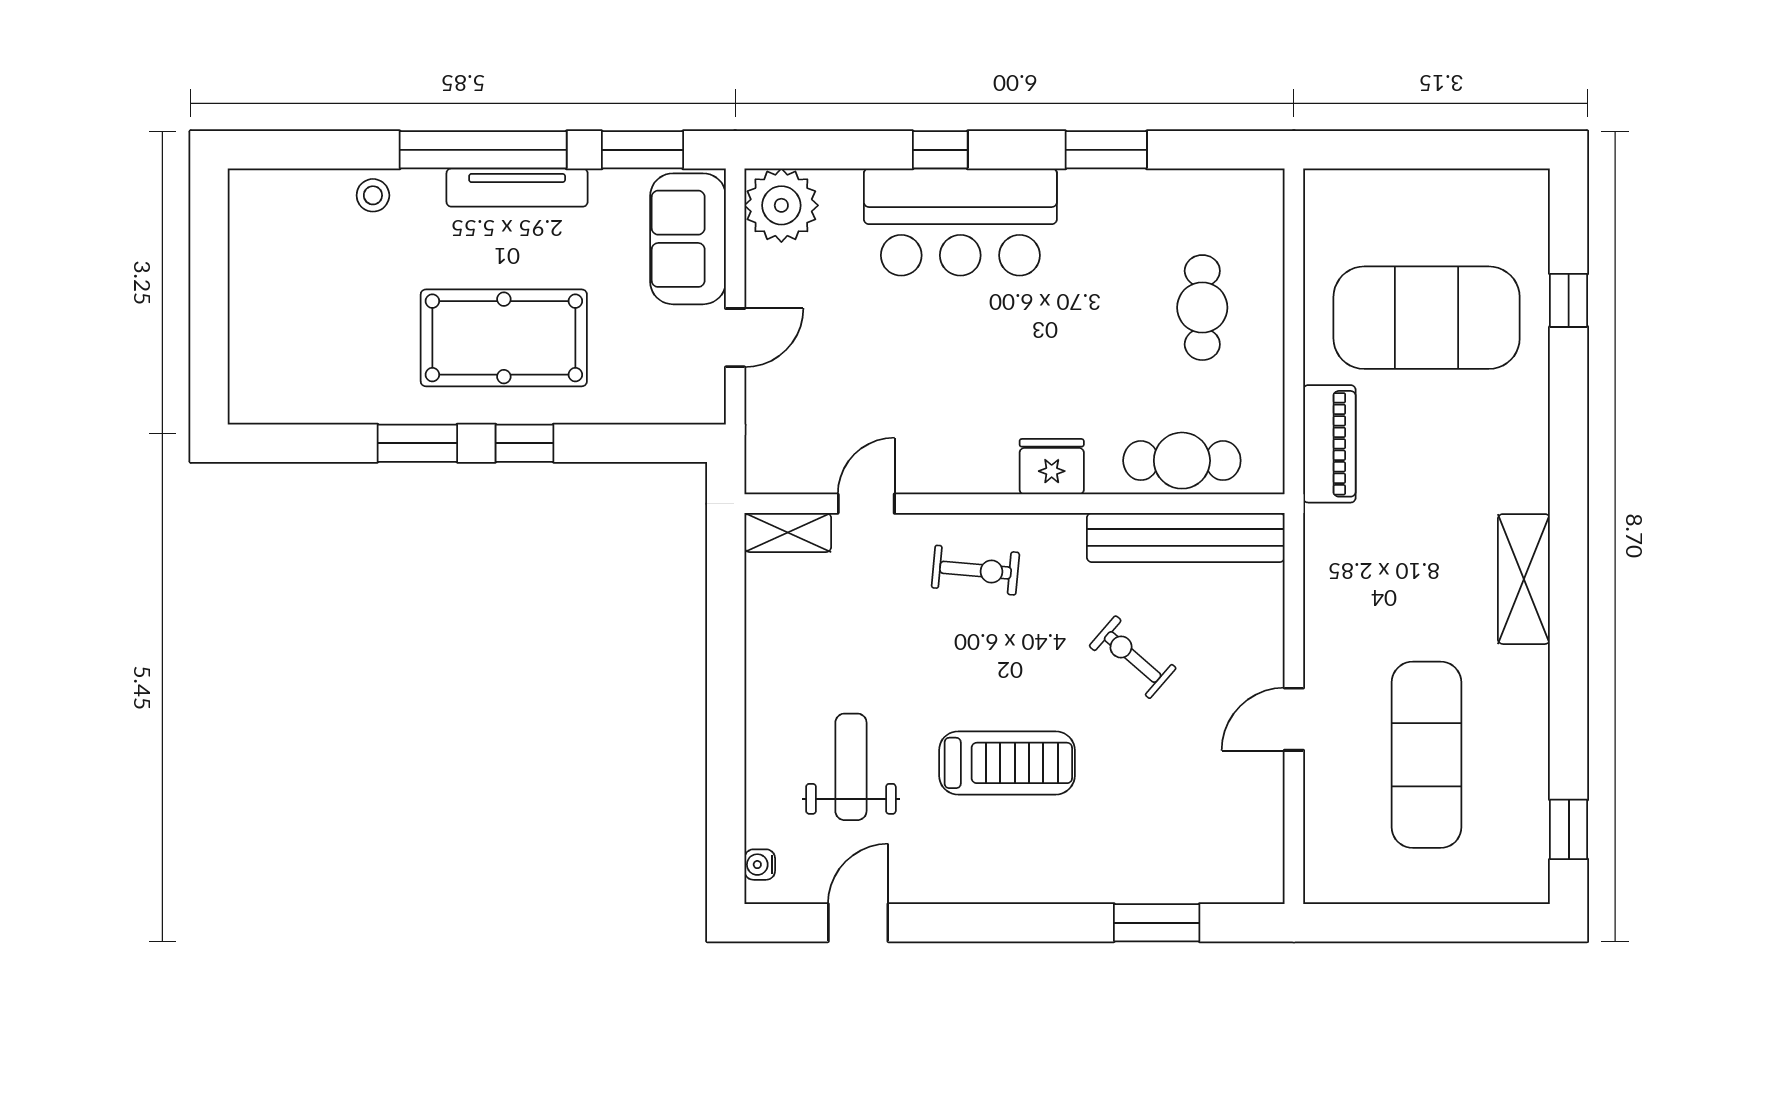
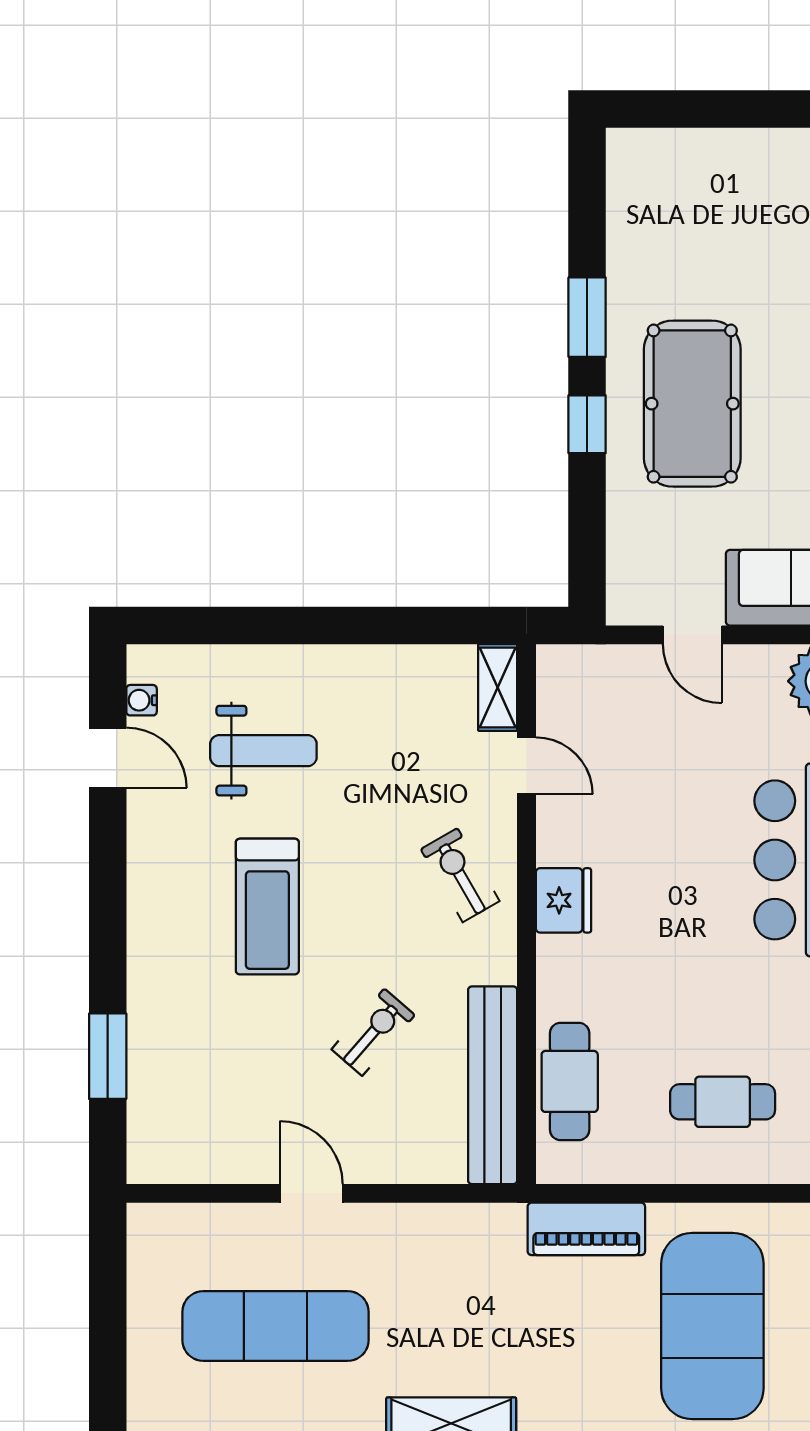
fridge: (1052, 467) -> (564, 900), moved
exercise bike: (976, 570) -> (460, 875), turned 145
water cooler: (760, 865) -> (142, 700), moved, turned -90

